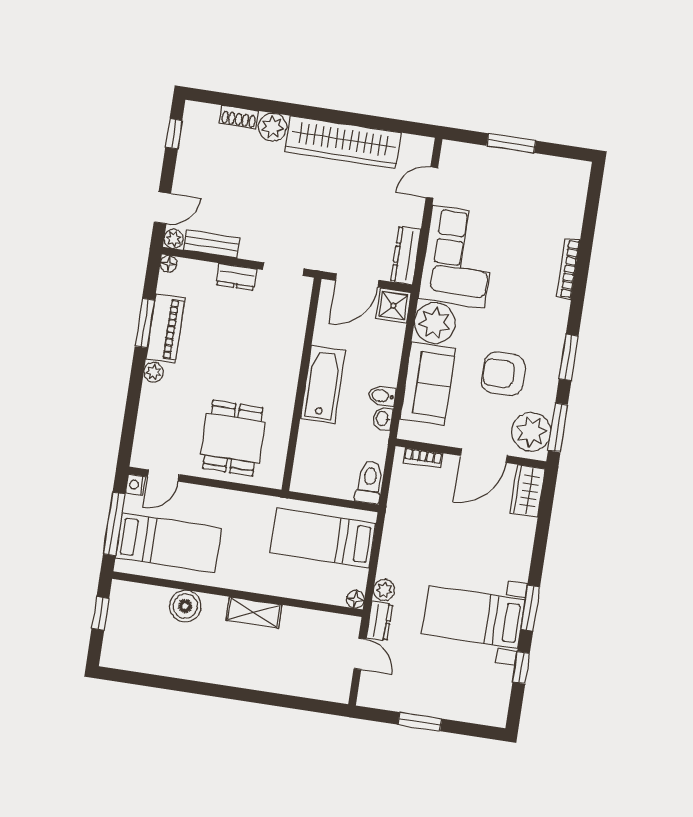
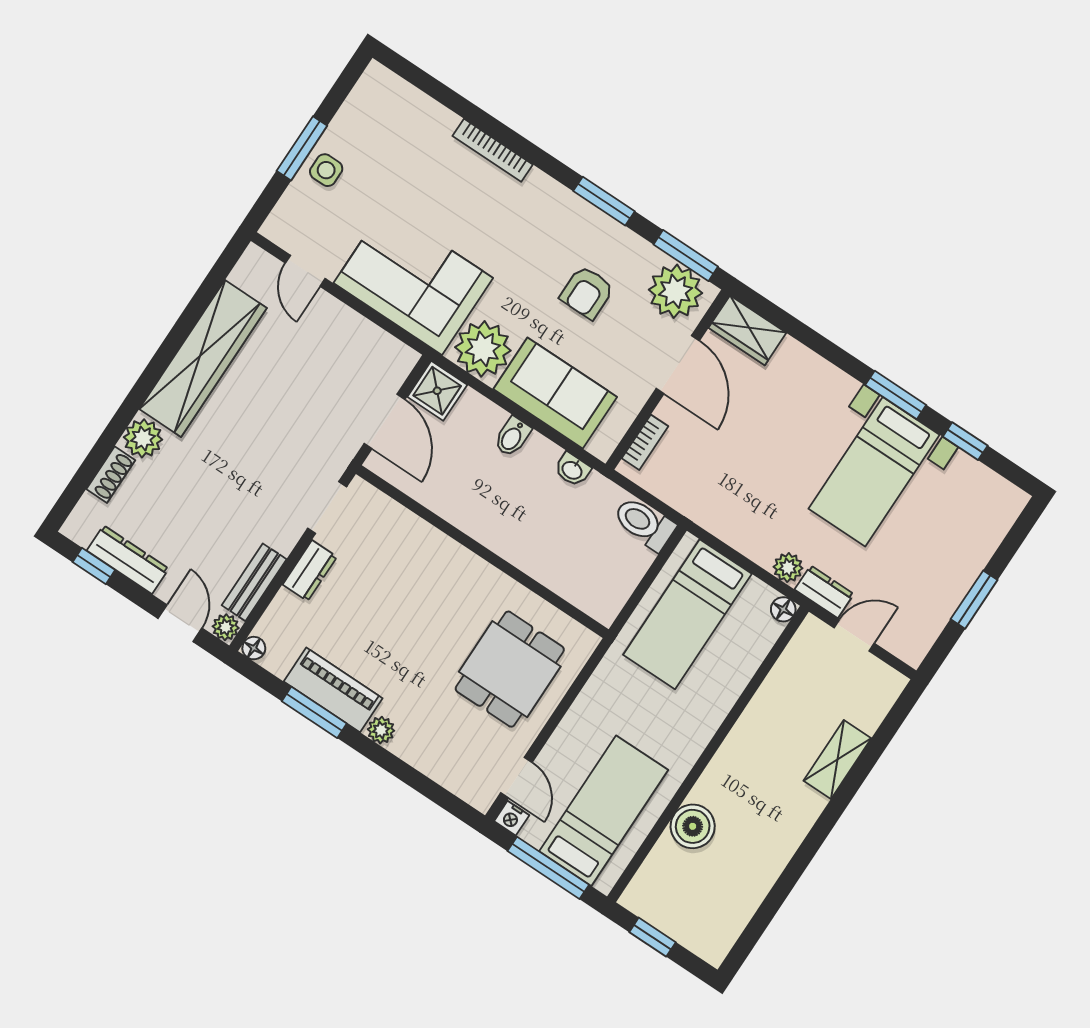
side table: (504, 166) -> (326, 170), added
dresser: (406, 255) -> (128, 560), moved, turned 180
armchair: (503, 374) -> (587, 293), width x0.72, depth x0.72
bathtub: (323, 385) -> (495, 525), removed
bidet: (382, 396) -> (513, 437), moved
dining table: (233, 438) -> (510, 669), turned 90
shelving: (254, 613) -> (837, 760), moved

